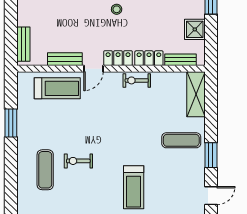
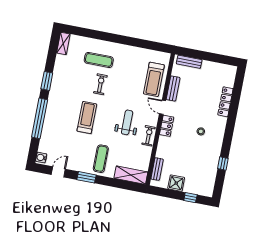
locker: (149, 58) -> (162, 147), removed
weight bench: (124, 114) -> (127, 122), added
window: (11, 123) -> (136, 42), removed
treadmill: (134, 187) -> (87, 118), moved, turned 90
door: (211, 196) -> (58, 172), swing flipped

